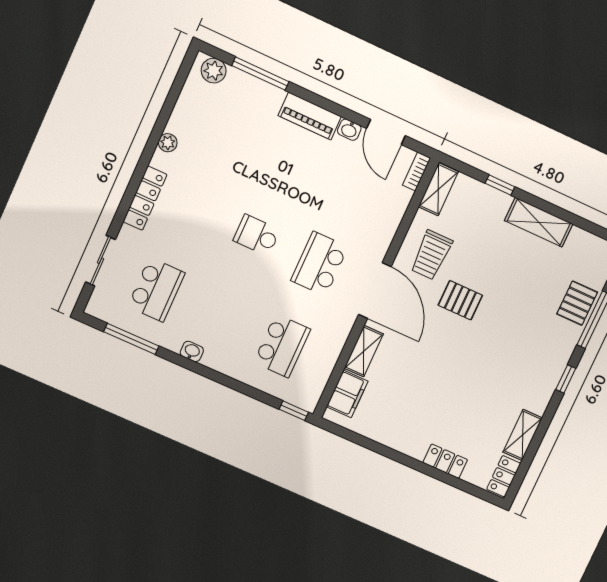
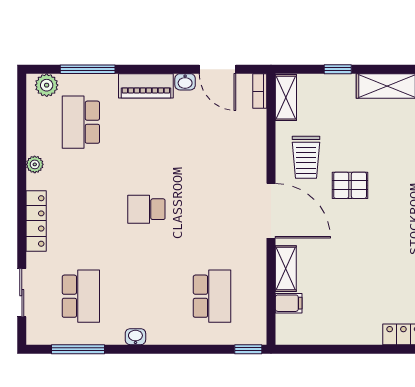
school desk: (319, 264) -> (81, 122), moved
filing cabinet: (347, 394) -> (289, 303), width x0.50

